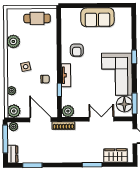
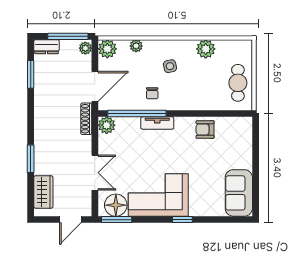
sofa: (97, 17) -> (239, 193), moved
armchair: (77, 50) -> (205, 130), moved
window: (59, 90) -> (137, 113), width x3.17

